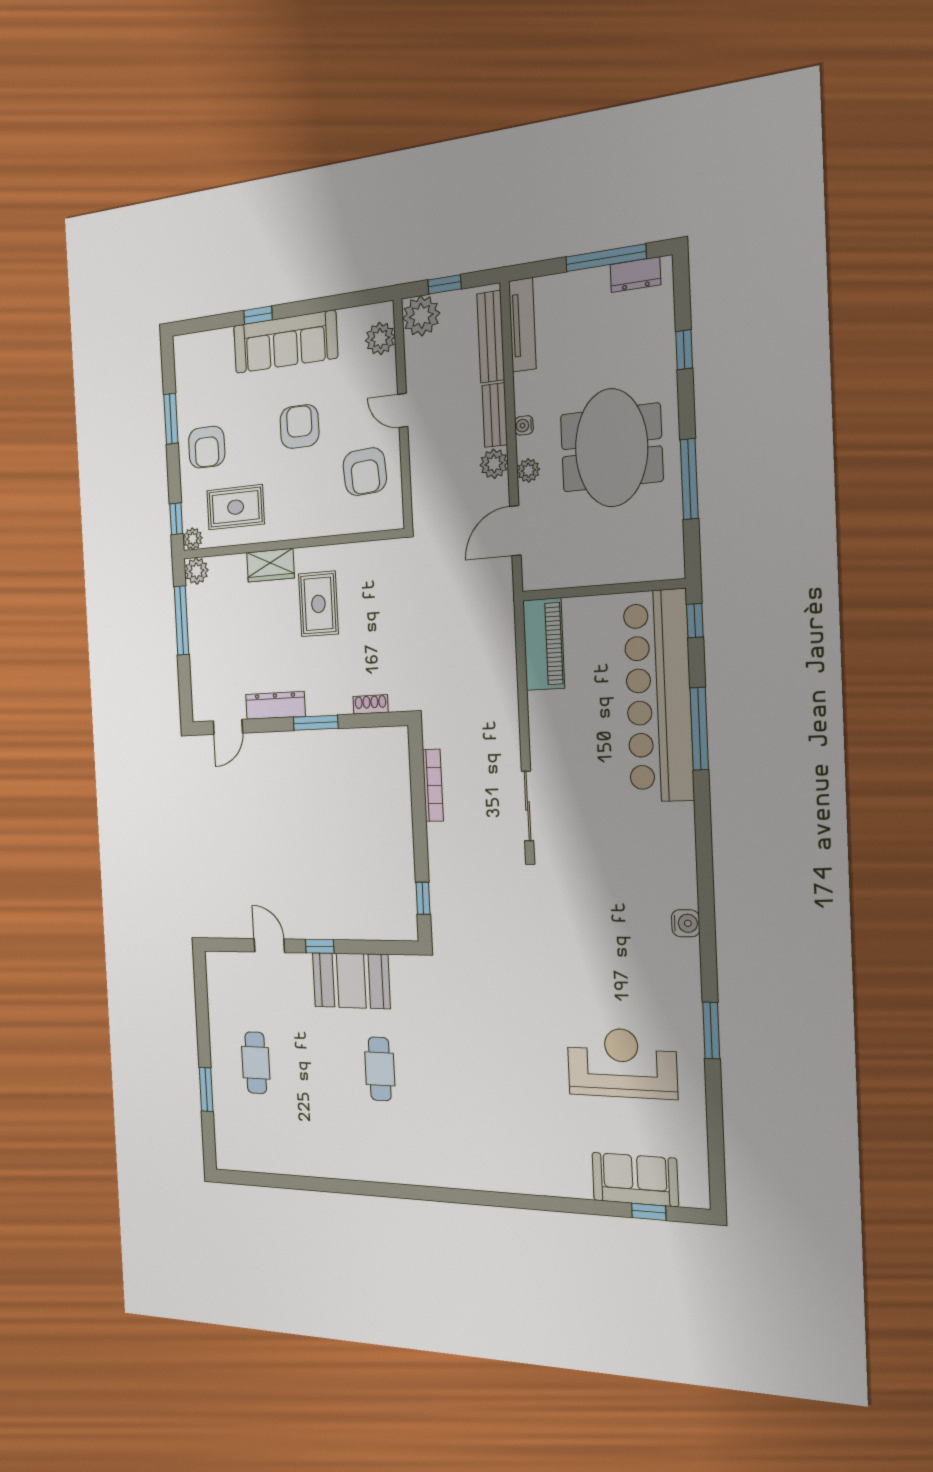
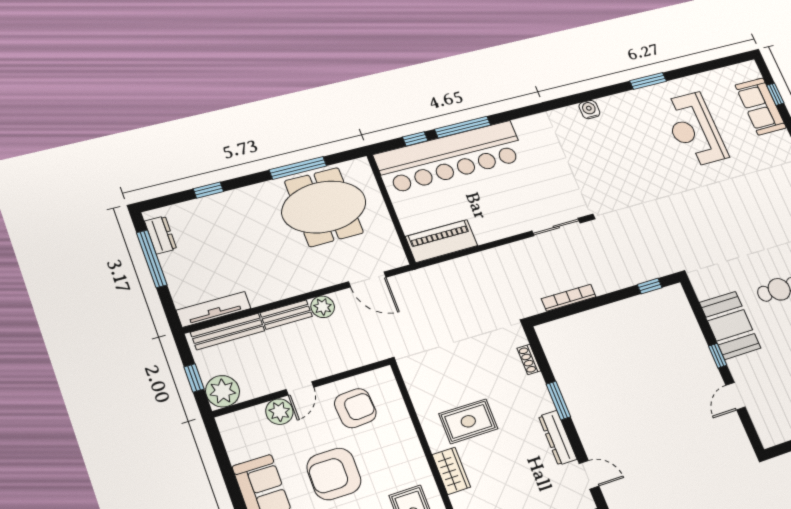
plant: (380, 339) -> (279, 412), moved
water cooler: (524, 425) -> (289, 291), removed
armchair: (299, 427) -> (334, 474), width x1.36, depth x1.36
meeting table: (611, 448) -> (324, 207), moved
plant: (528, 470) -> (321, 280), removed
window: (695, 621) -> (415, 139), moved

